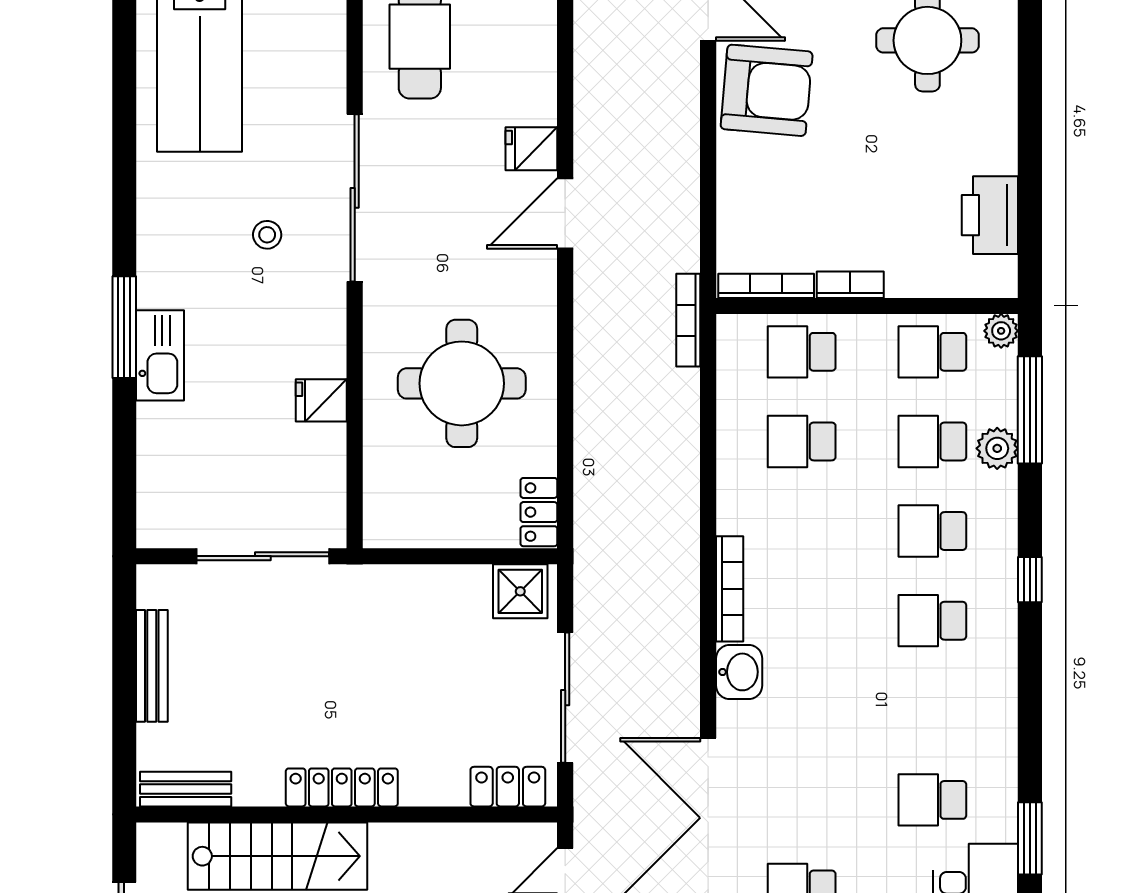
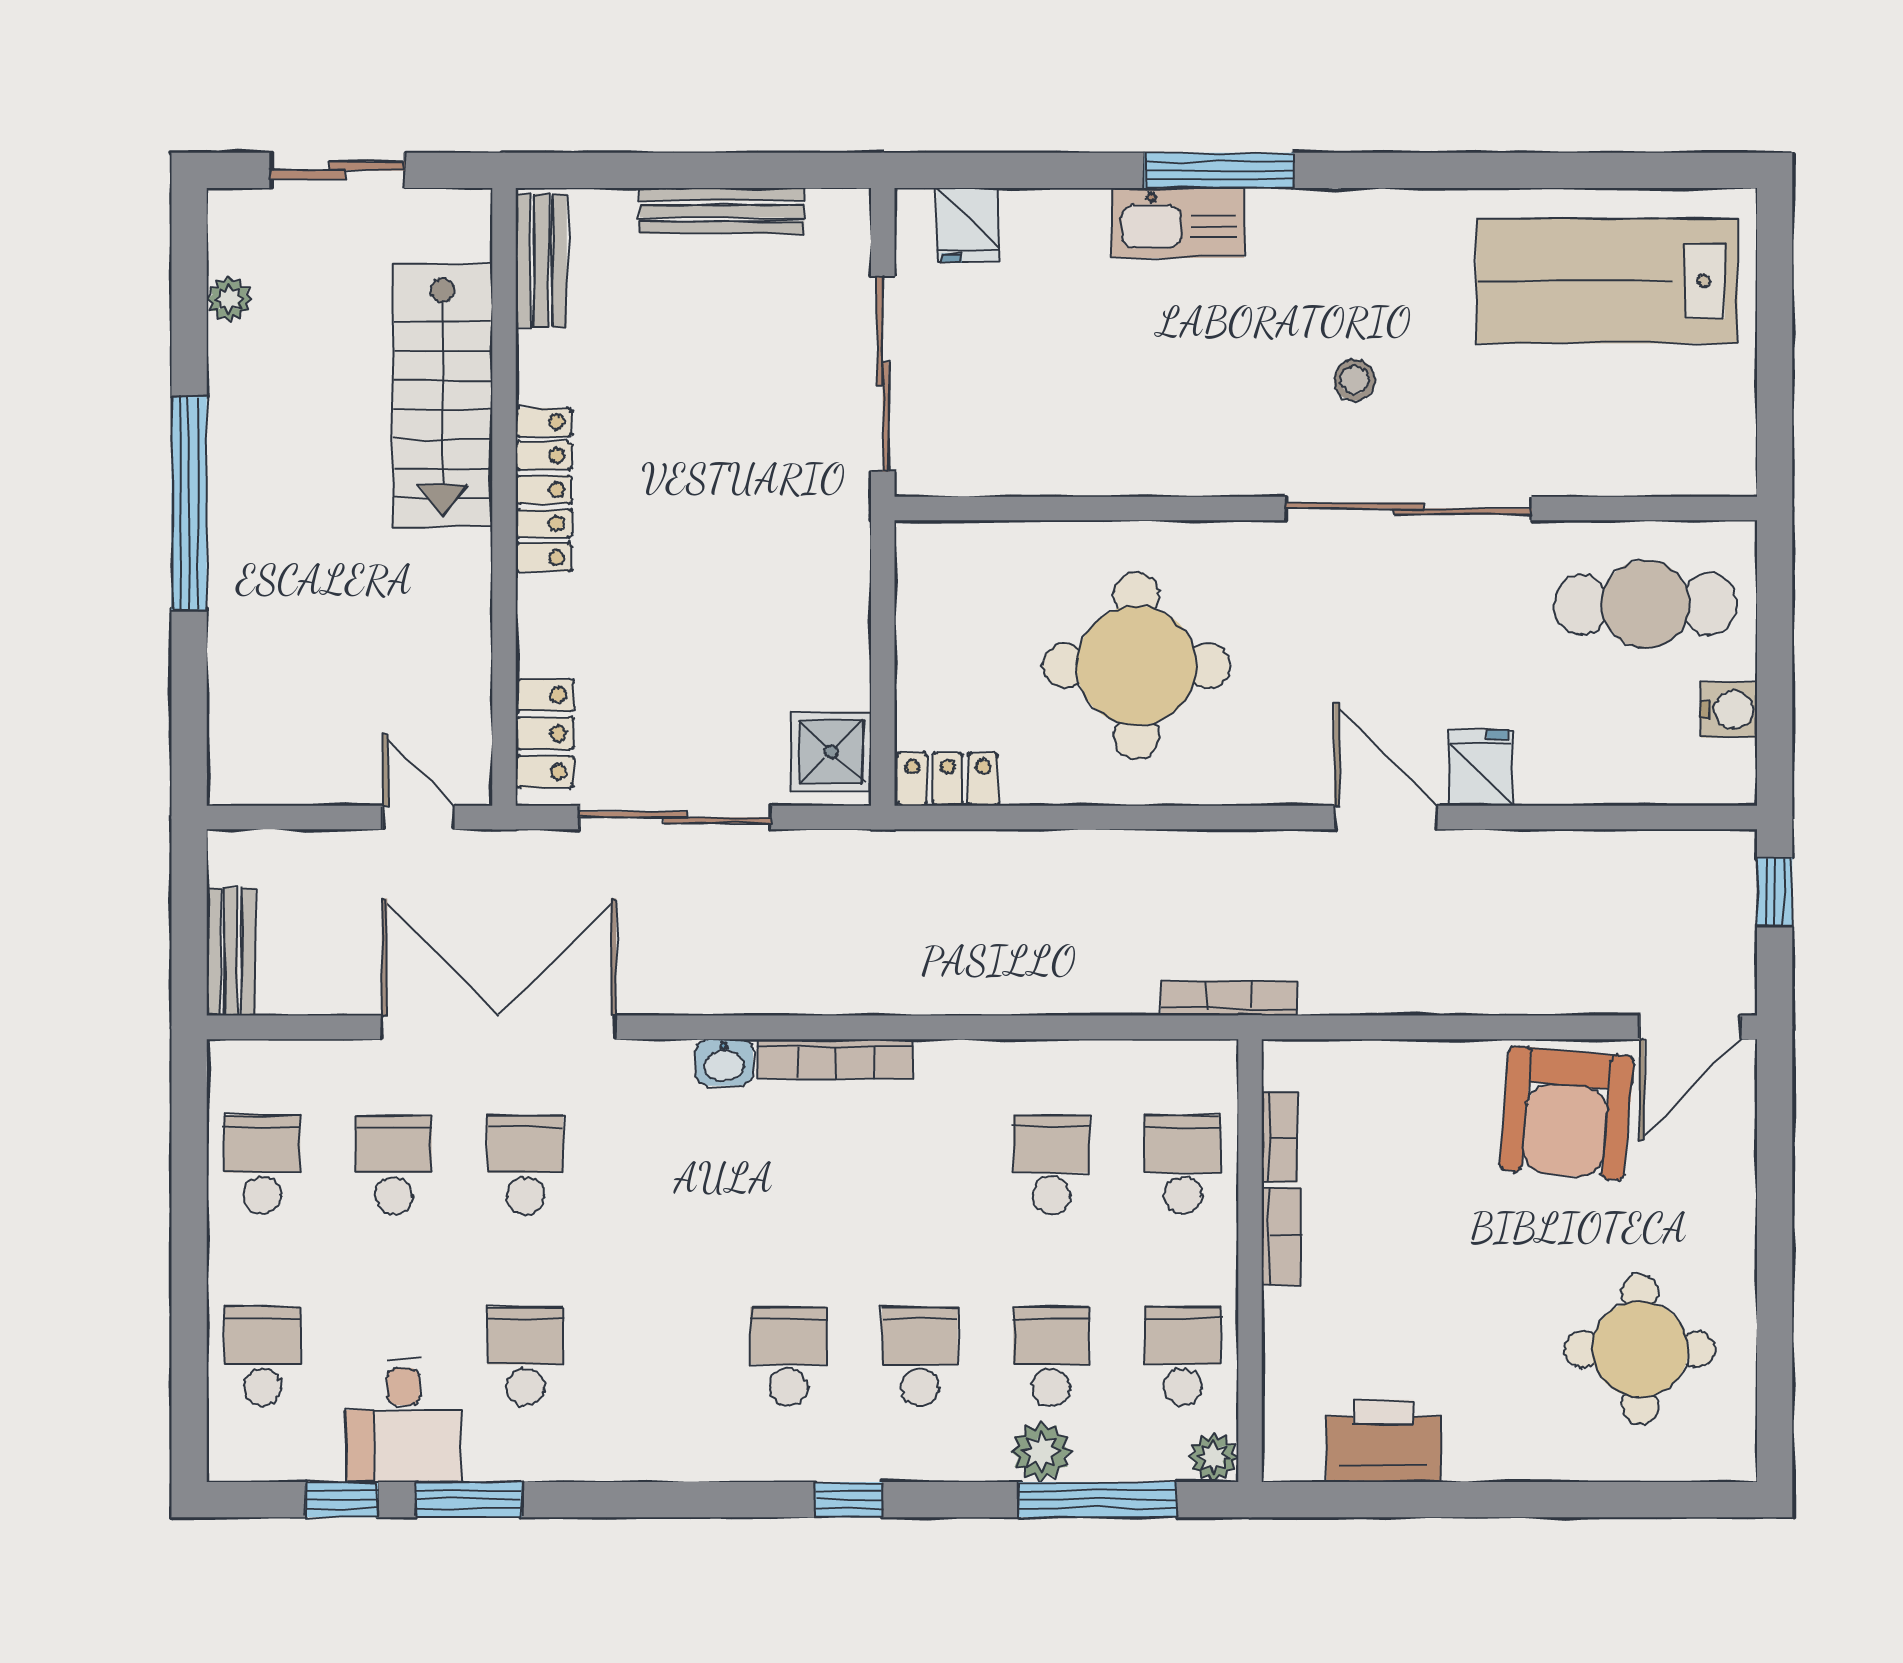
bookcase: (766, 286) -> (1280, 1138), width x0.64
fridge: (321, 400) -> (968, 225), moved, turned 180
washbasin: (739, 672) -> (724, 1062), width x0.72, depth x0.69
school desk: (802, 800) -> (525, 1165), added

